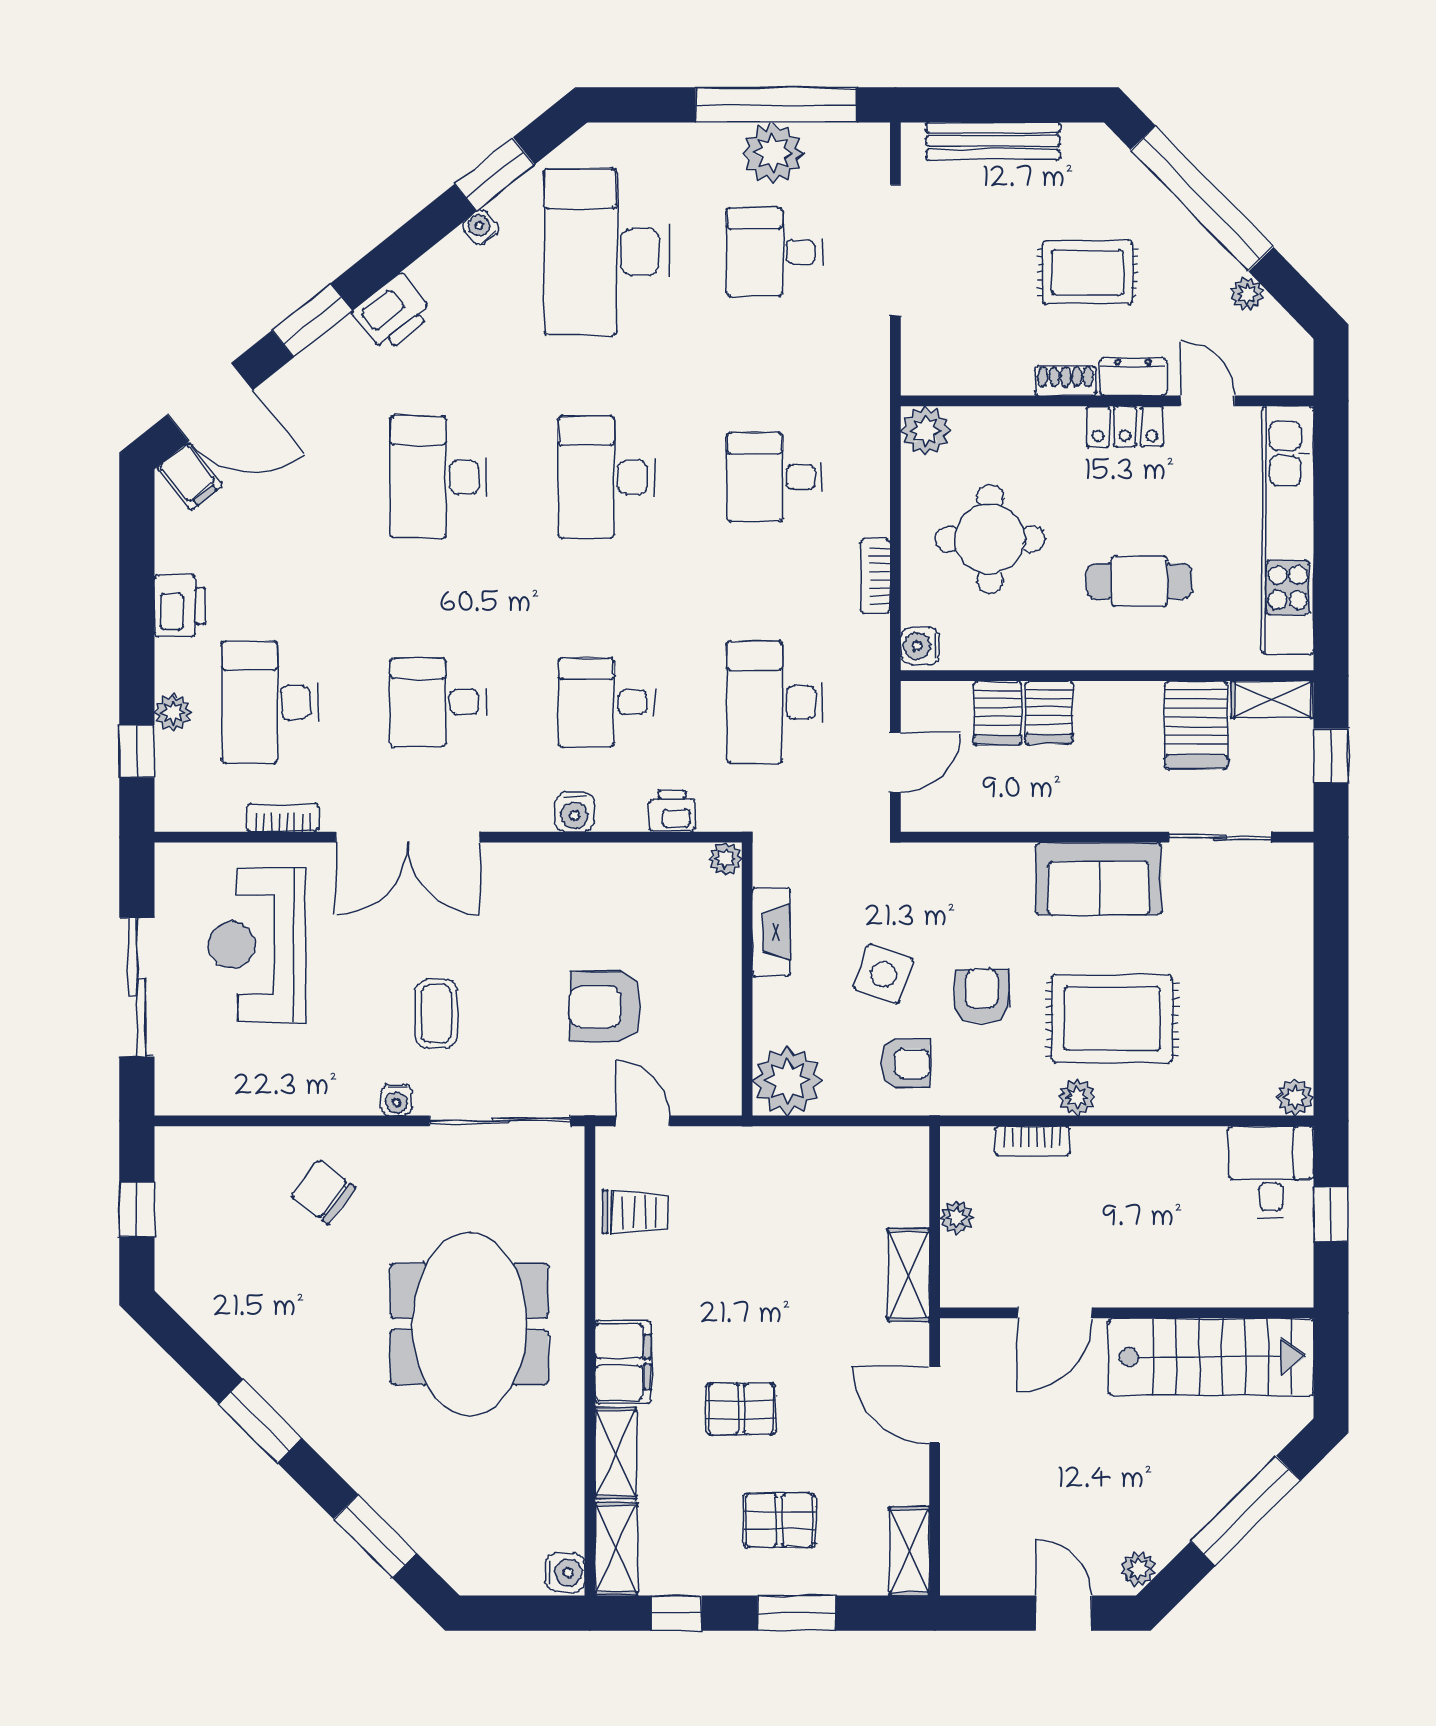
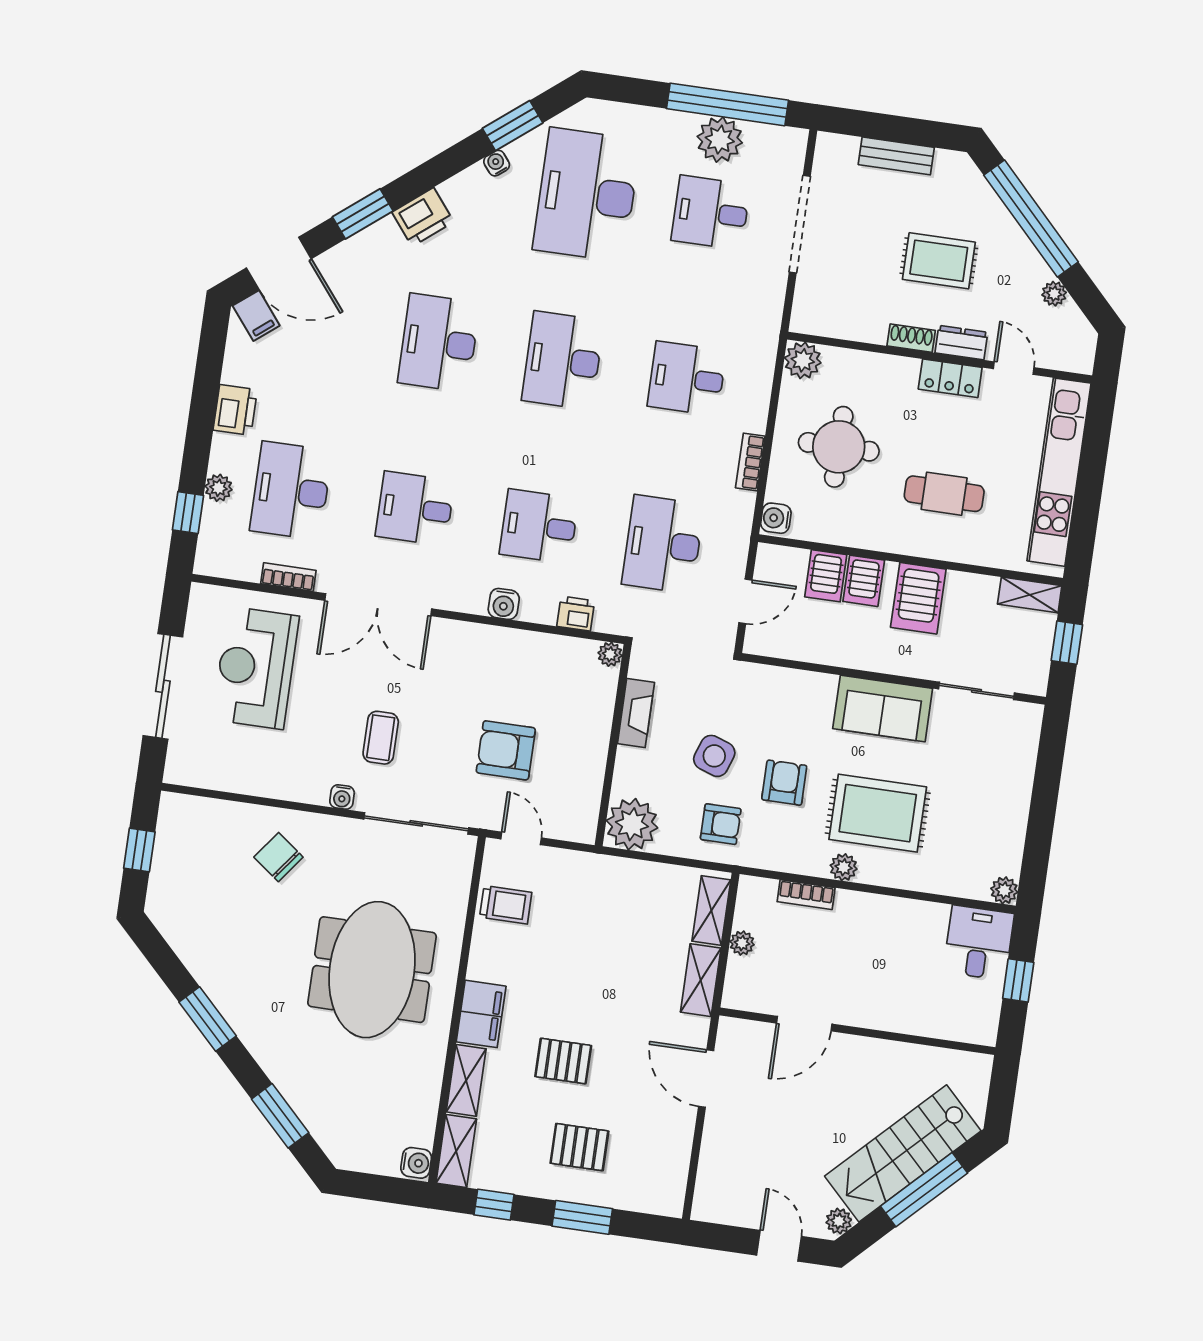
bench: (993, 141) -> (896, 156), width x0.73
server rack: (1196, 725) -> (918, 598), moved
stairs: (1211, 1357) -> (903, 1153), moved, turned 135
shelving: (909, 1551) -> (711, 911), moved

